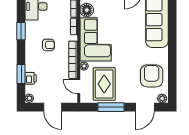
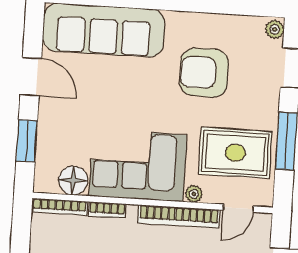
armchair: (152, 76) -> (204, 73), moved

